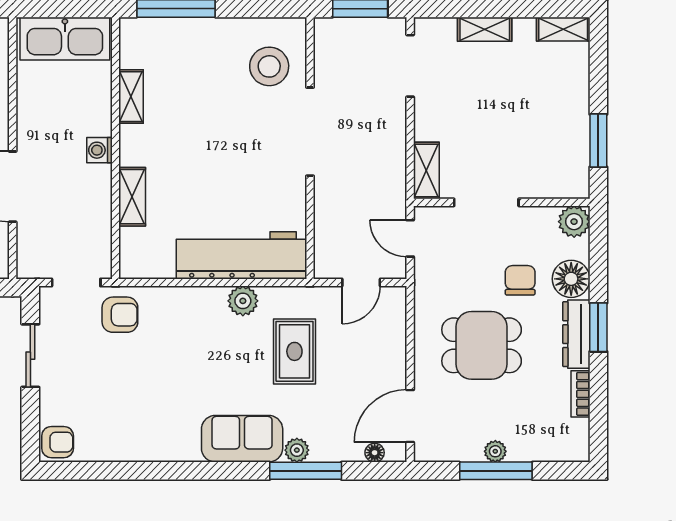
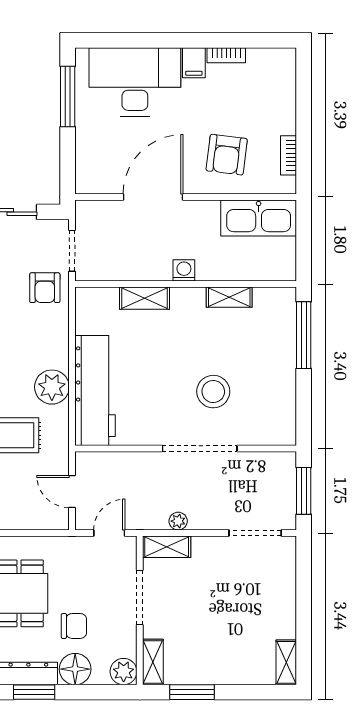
shelving: (485, 29) -> (153, 662), moved
kitchen sink: (65, 39) -> (259, 218), moved, turned -90
stool: (269, 66) -> (213, 392), moved
plant: (396, 157) -> (178, 521), added
plant: (243, 301) -> (52, 387), width x1.36, depth x1.36

